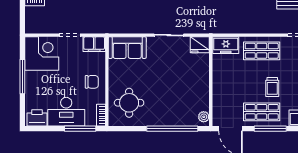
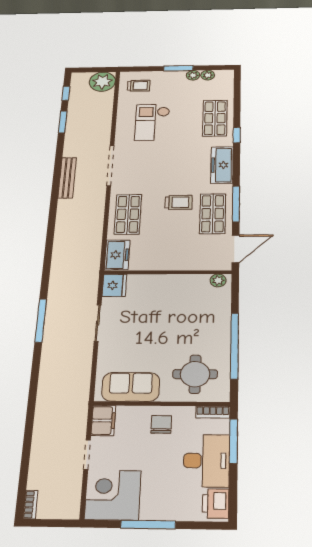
sofa: (127, 48) -> (131, 387), moved, turned -90
window: (172, 129) -> (234, 346), moved

